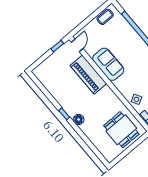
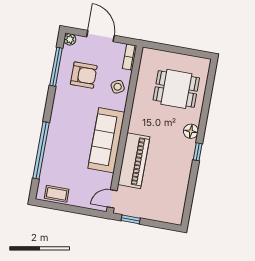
sofa: (108, 64) -> (106, 140), width x1.36
dining table: (121, 130) -> (176, 89), moved, turned 90

